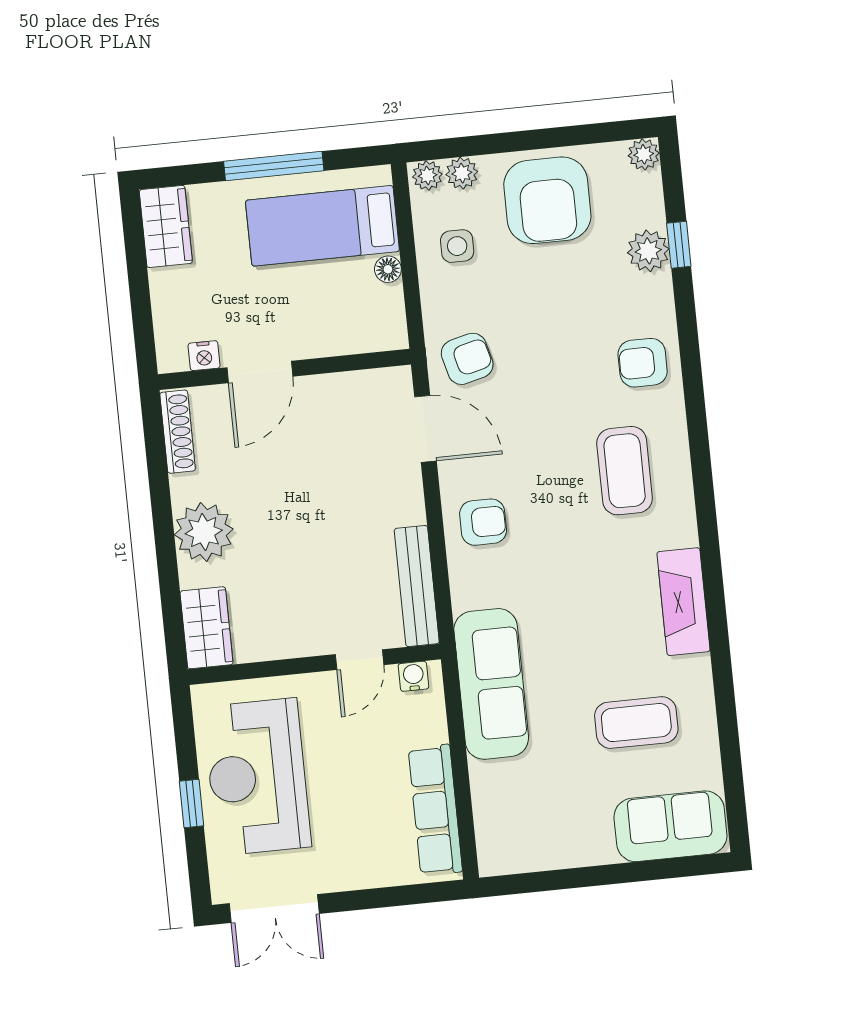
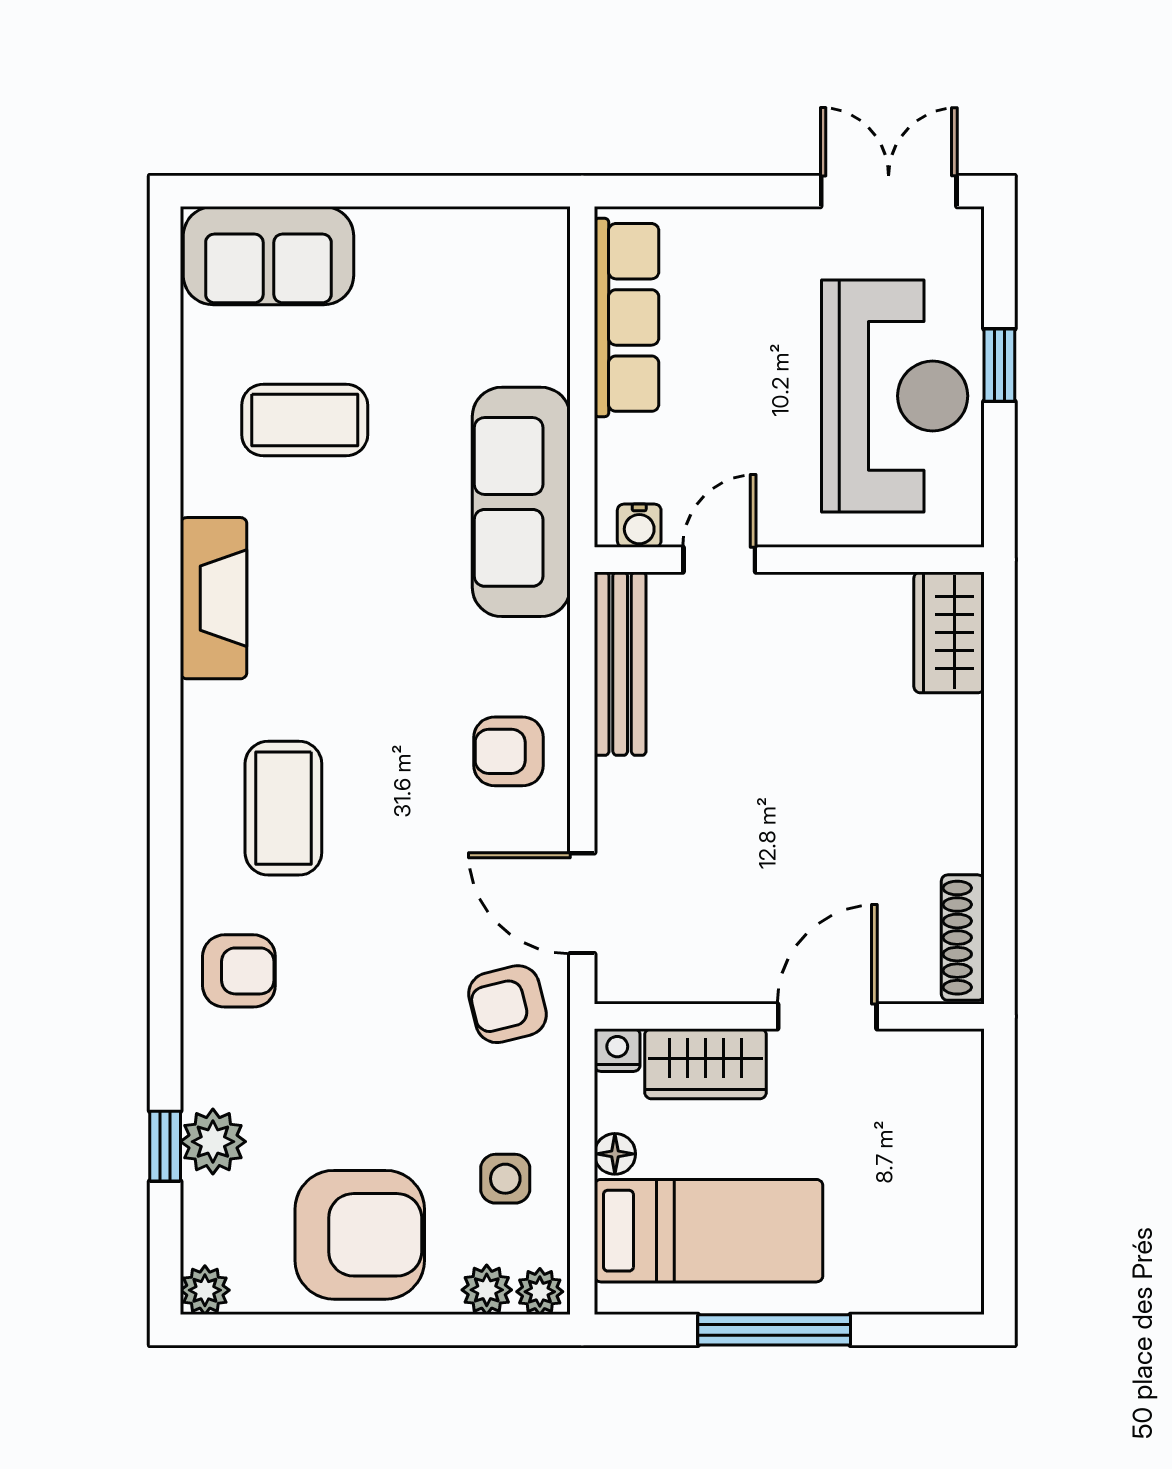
armchair: (547, 200) -> (360, 1235), turned 90
wardrobe: (166, 226) -> (706, 1064), moved, turned -90
nightstand: (204, 356) -> (617, 1050), moved
plant: (204, 532) -> (938, 780), removed

